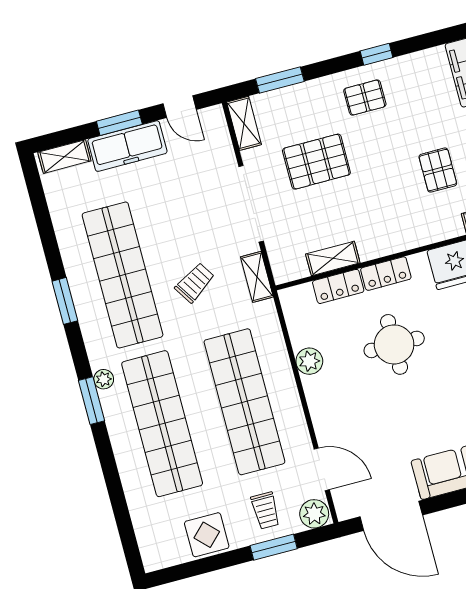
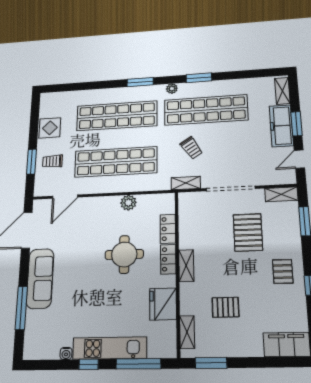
shelving: (333, 258) -> (186, 266), moved
plant: (104, 379) -> (172, 89), moved
plant: (314, 514) -> (42, 187), removed

